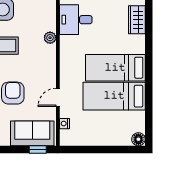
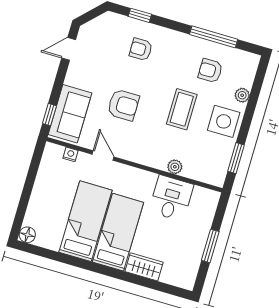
desk: (76, 20) -> (171, 198), moved
wardrobe: (137, 20) -> (144, 267), moved

